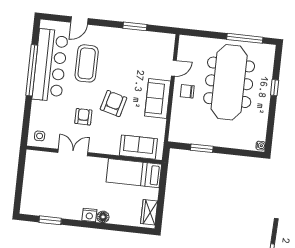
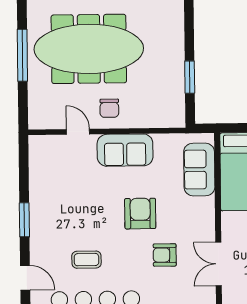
window: (135, 26) -> (24, 220), moved
window: (245, 38) -> (22, 55), moved
coffee table: (87, 63) -> (86, 260), width x0.54, depth x0.58
armchair: (113, 104) -> (140, 214), turned 75

